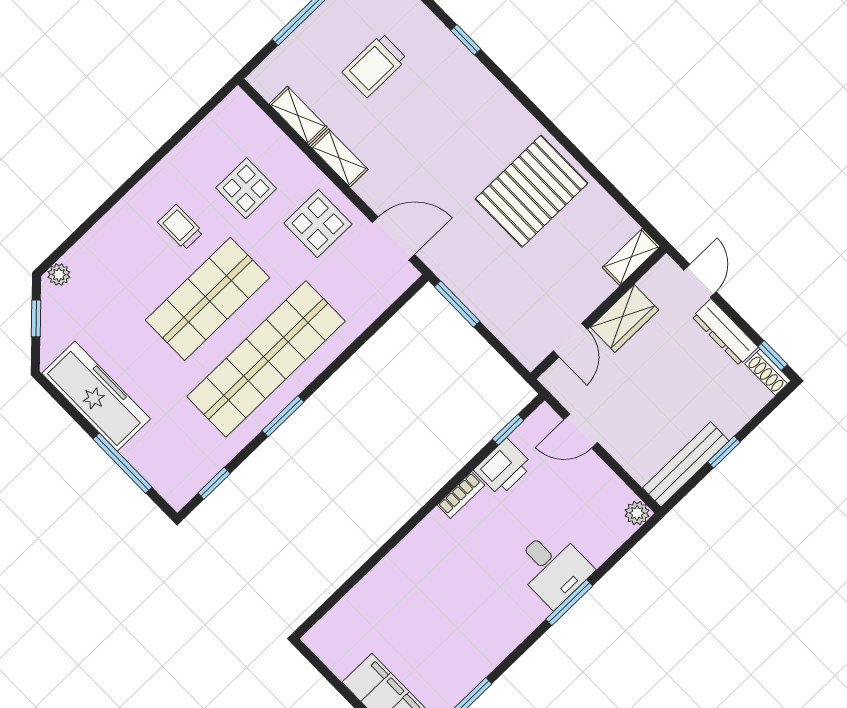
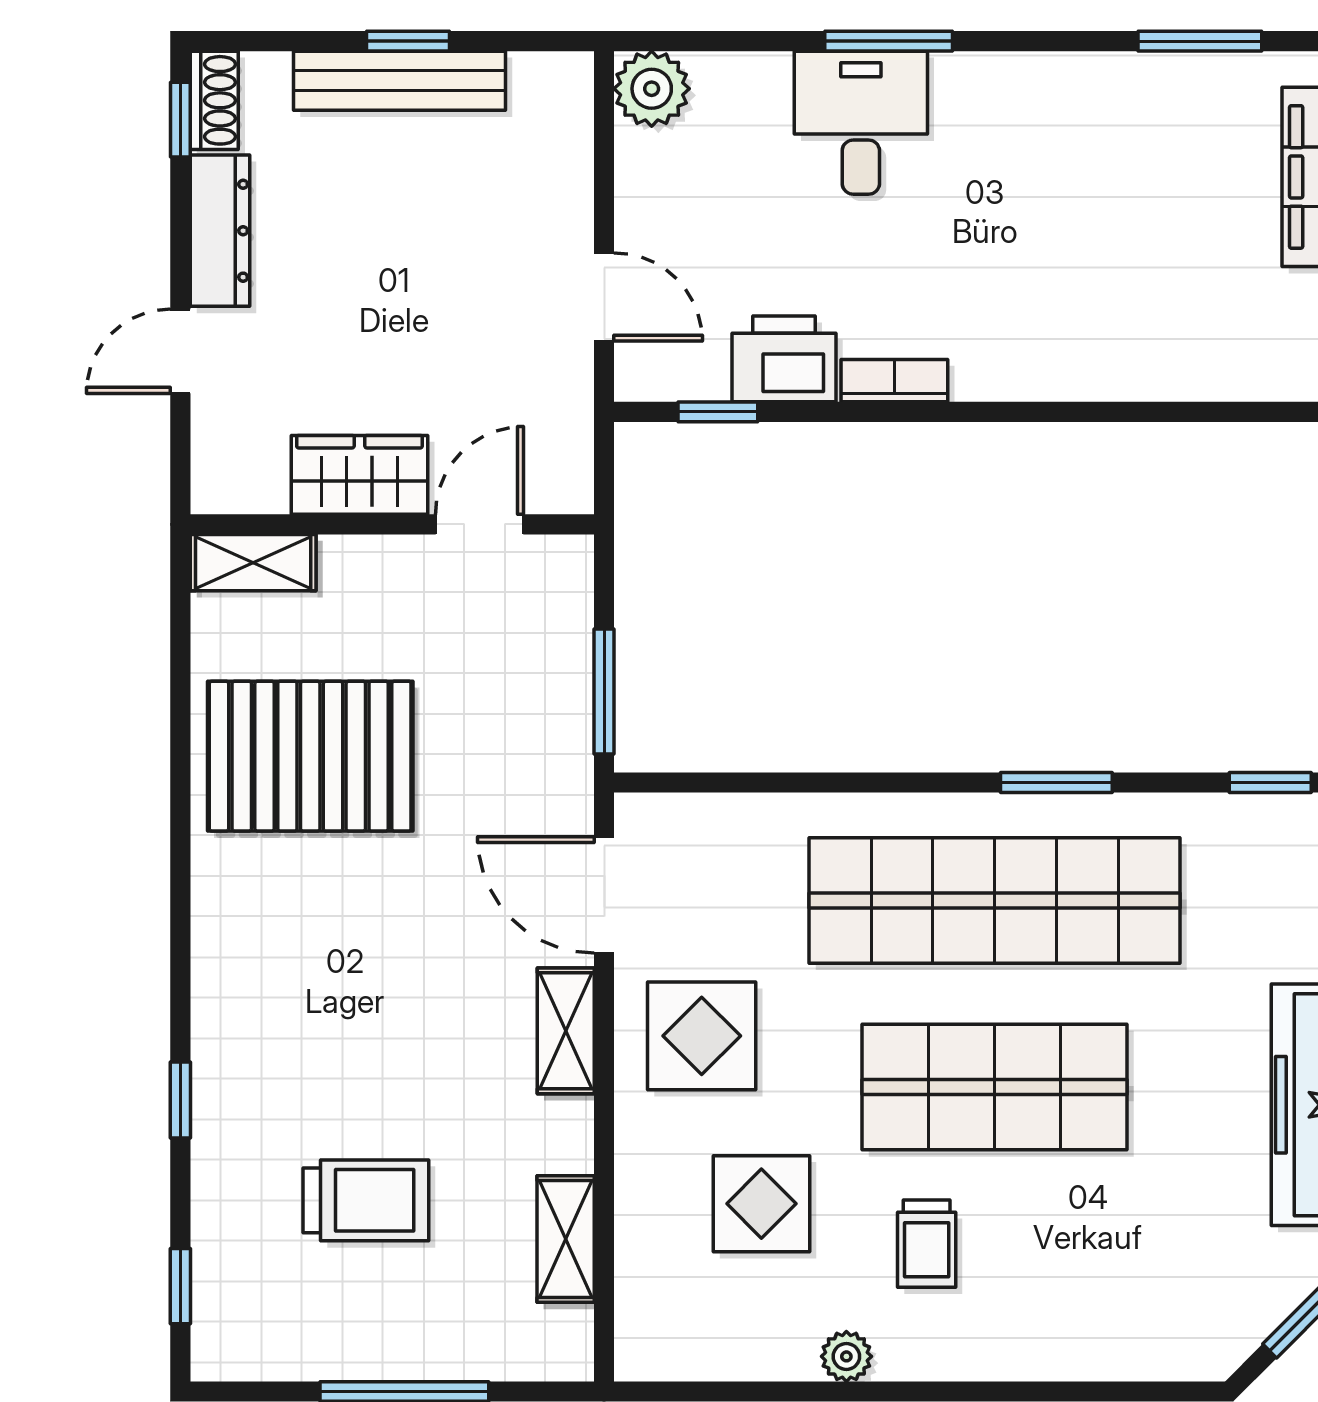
shelving: (339, 158) -> (566, 1031), moved
shelving: (631, 257) -> (253, 563), moved
plant: (59, 275) -> (846, 1356), moved
wall: (598, 313) -> (392, 524), moved
wardrobe: (624, 318) -> (359, 475), moved
door: (570, 340) -> (480, 524), moved
bench: (686, 464) -> (400, 81), moved
plant: (637, 513) -> (652, 89), width x1.38, depth x1.38

